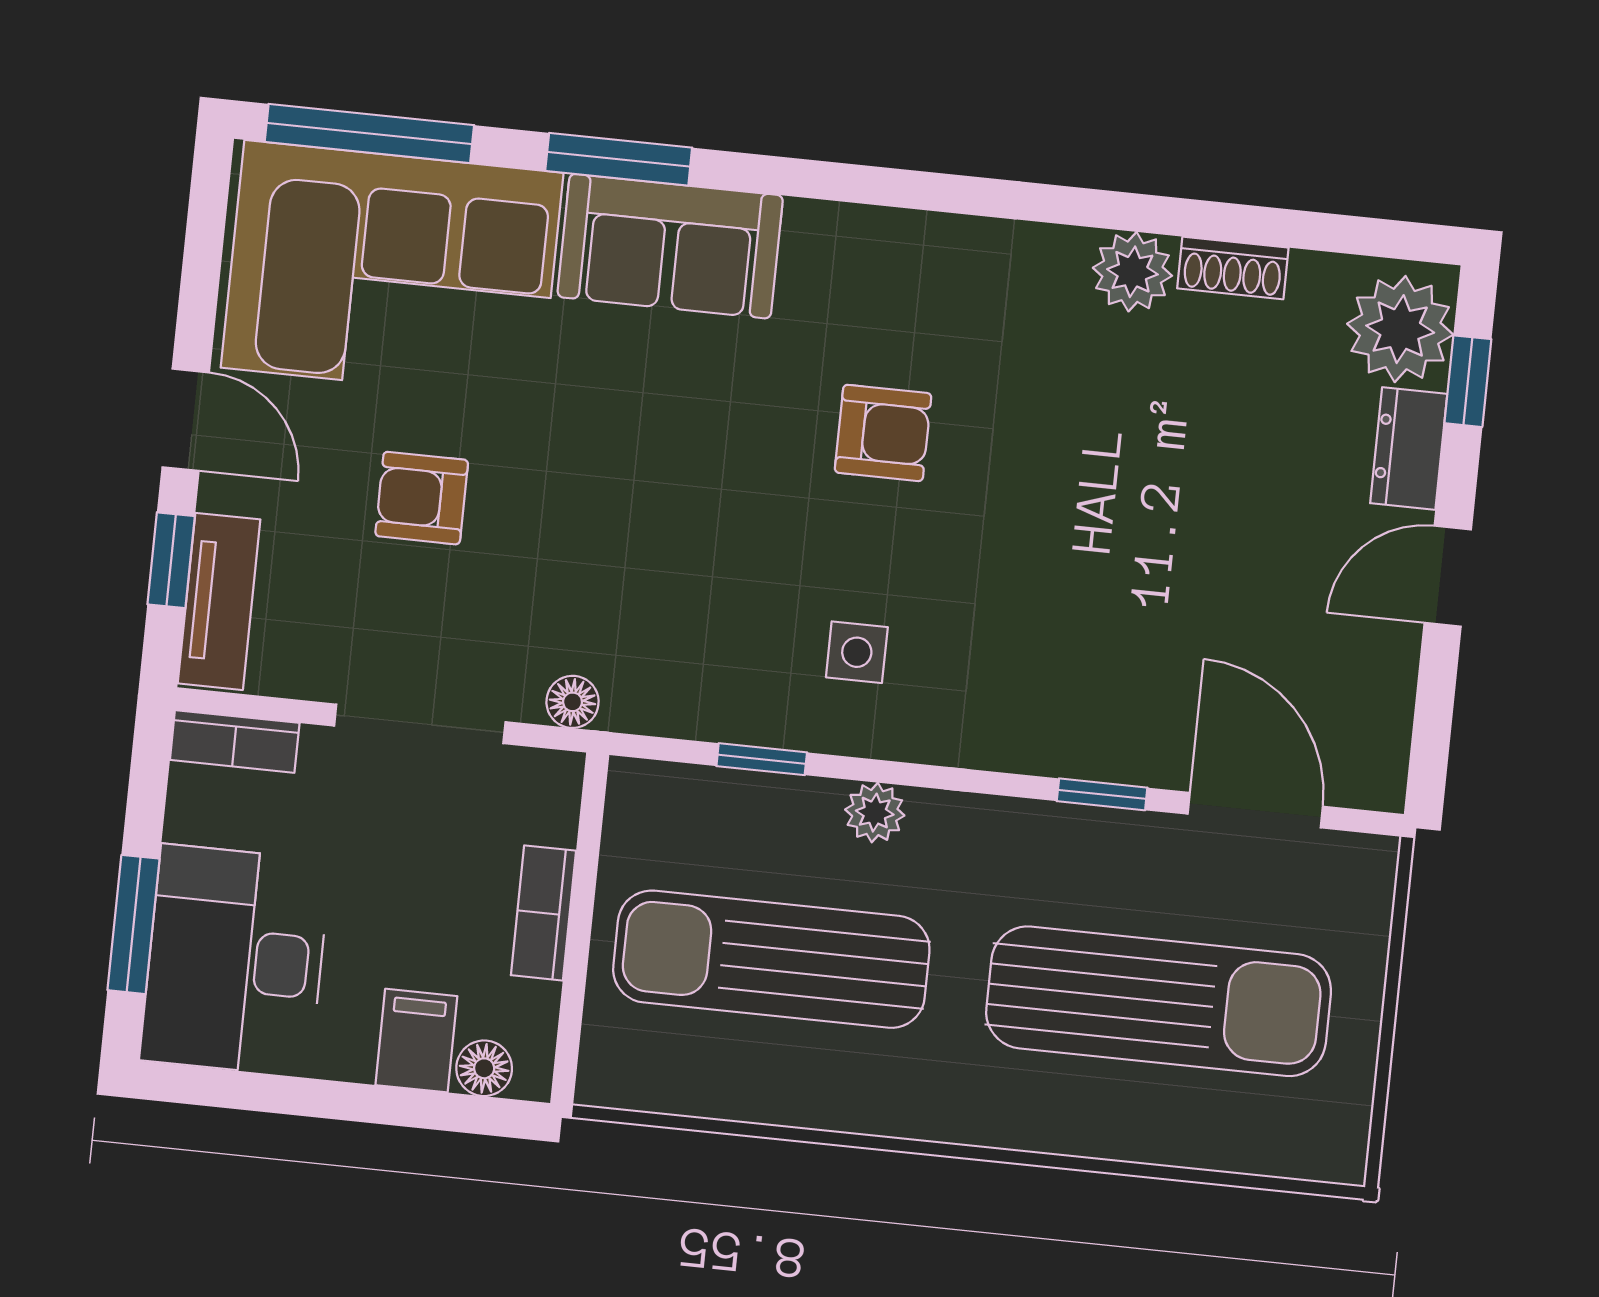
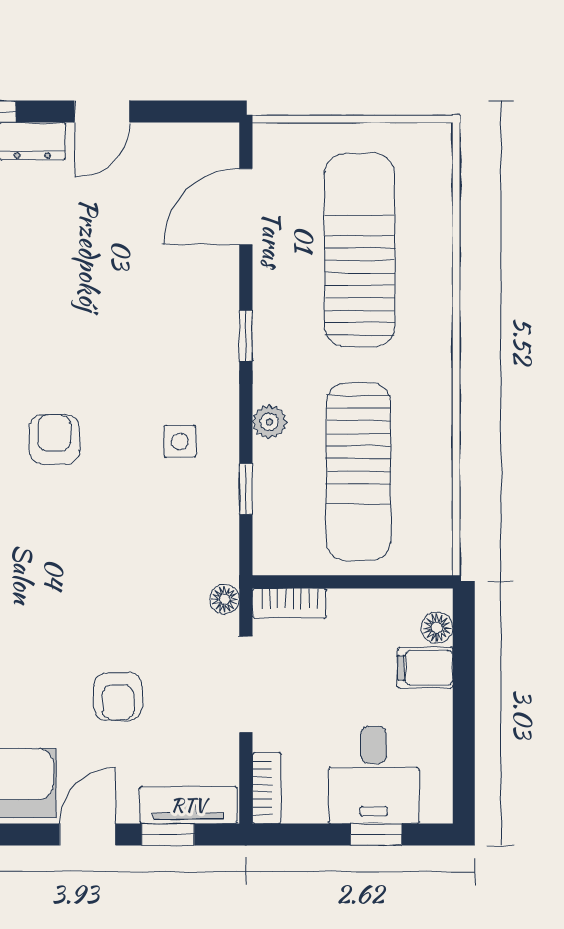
door: (1448, 576) -> (102, 112), hinge flipped
window: (1102, 794) -> (246, 336), moved
bookcase: (544, 913) -> (290, 603), moved
window: (134, 924) -> (376, 835), width x0.67
desk: (235, 960) -> (374, 775), width x0.73

